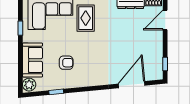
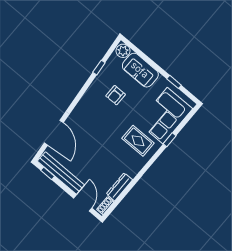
bench: (157, 55) -> (61, 173), added

